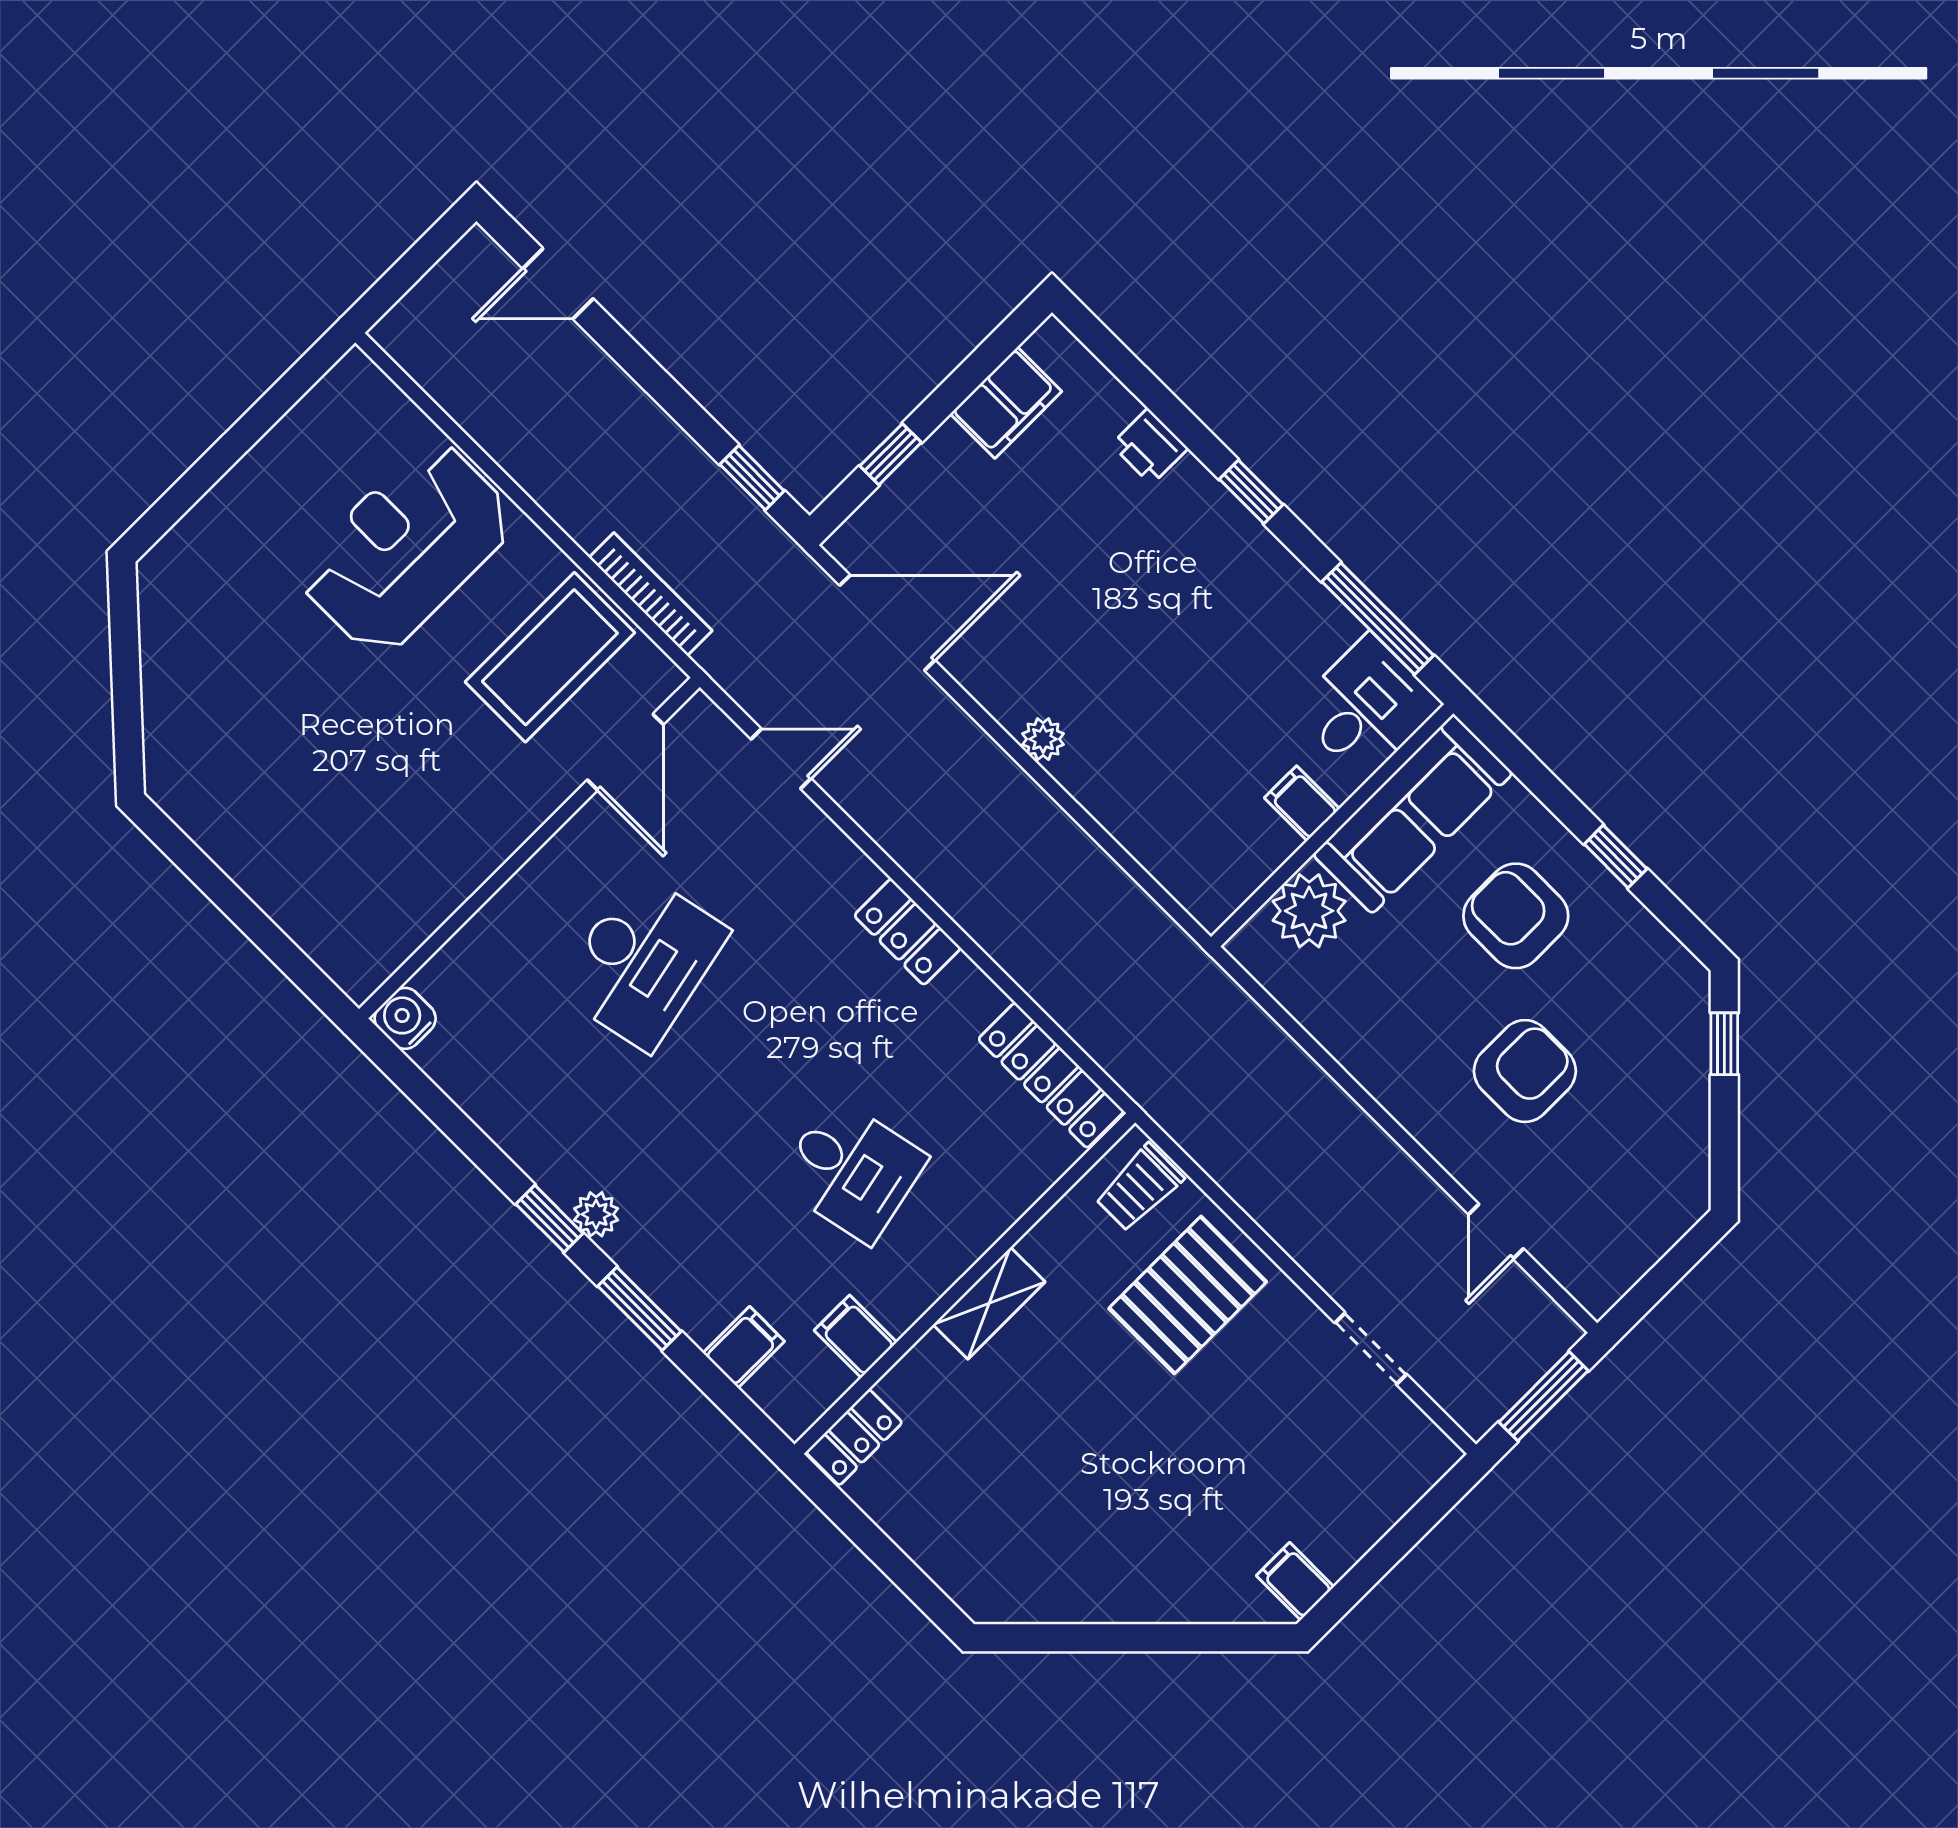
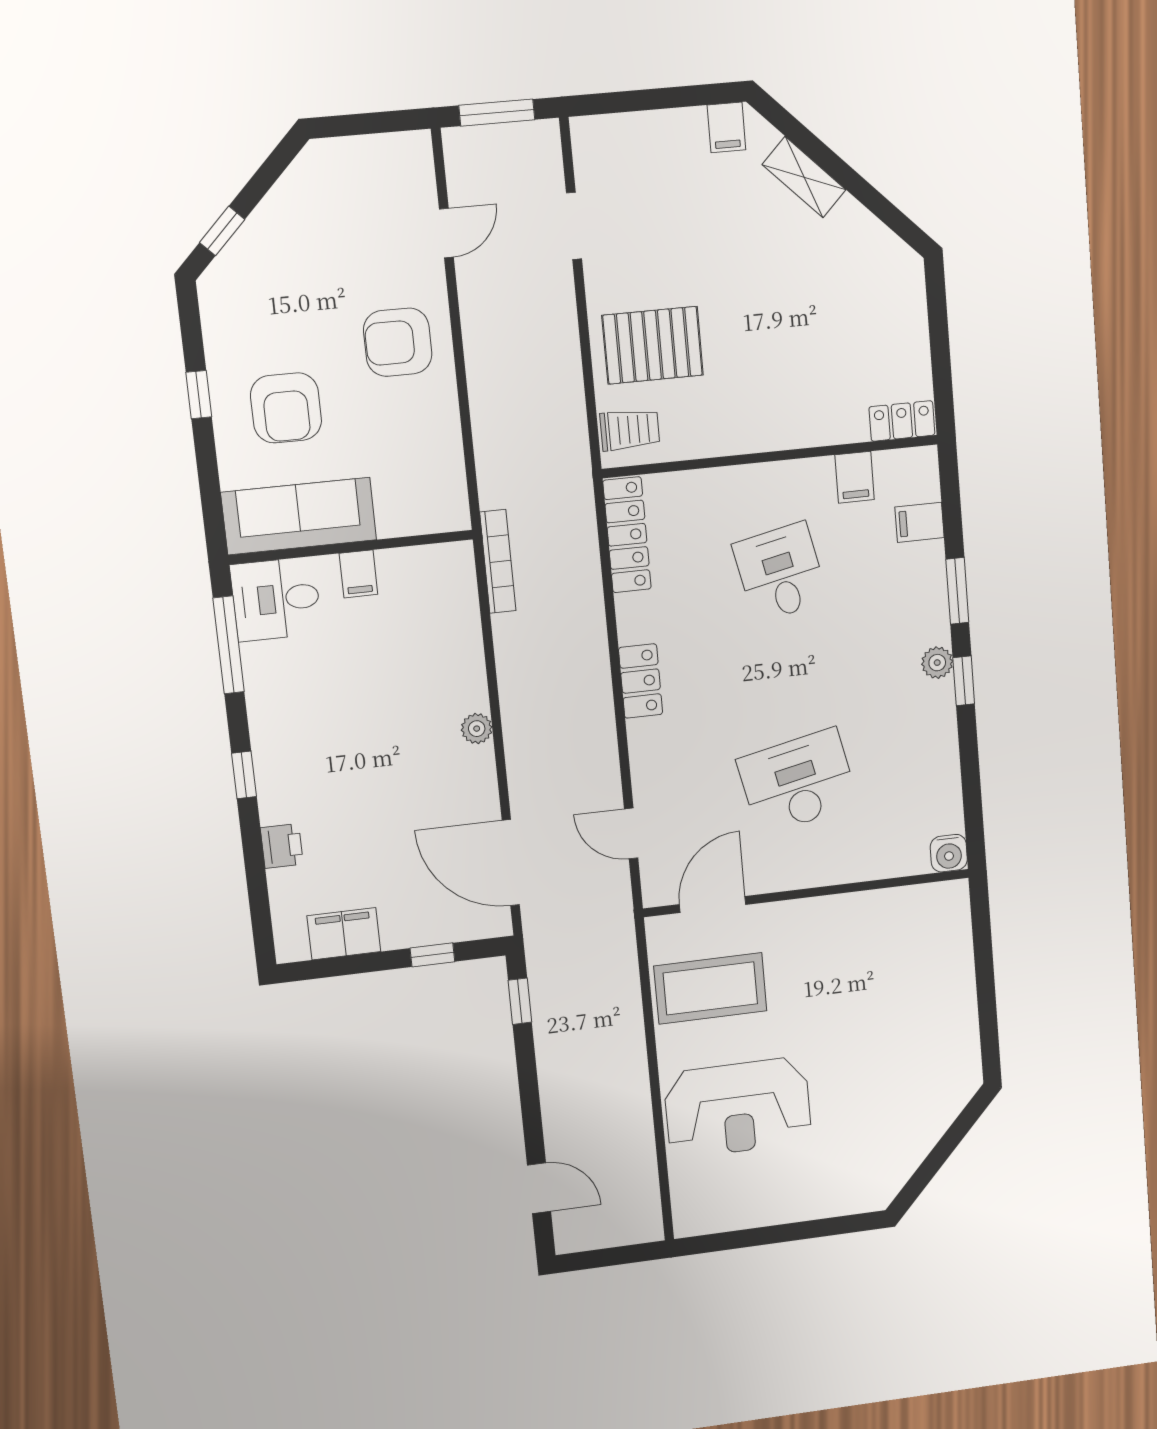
bookcase: (651, 594) -> (498, 561), moved, turned 180
plant: (1309, 911) -> (404, 509), removed
armchair: (1525, 1071) -> (398, 342), moved
shelving: (989, 1303) -> (804, 177), moved, turned 45

